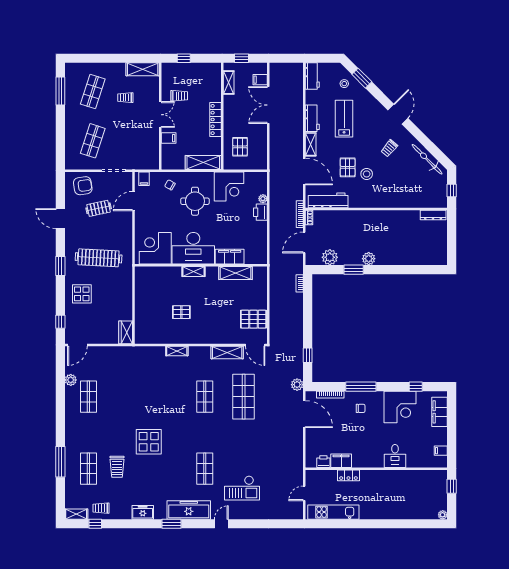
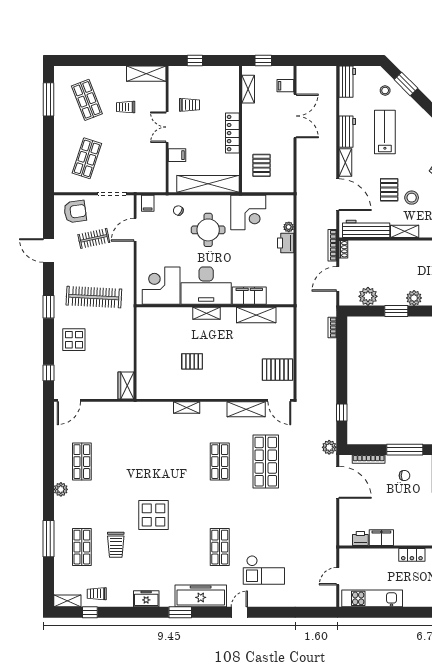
shop shelf: (93, 91) -> (87, 100), turned -39
double door: (268, 105) -> (295, 116), swing flipped
double door: (160, 115) -> (167, 127), swing flipped
shelving: (203, 162) -> (208, 184), width x1.47
shelving: (361, 202) -> (405, 231), added
plant: (71, 380) -> (61, 489), moved
locker: (348, 475) -> (412, 555), moved

